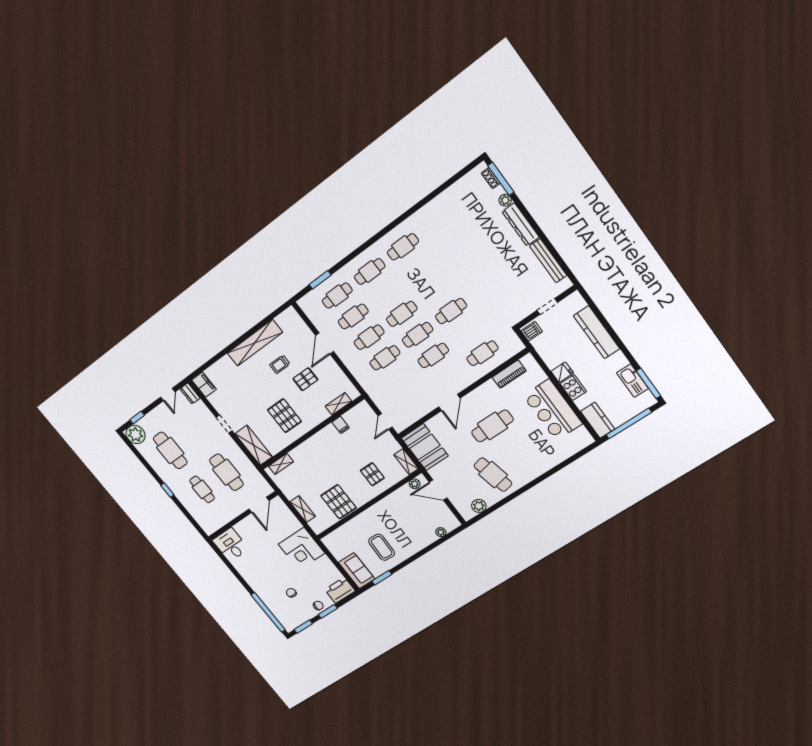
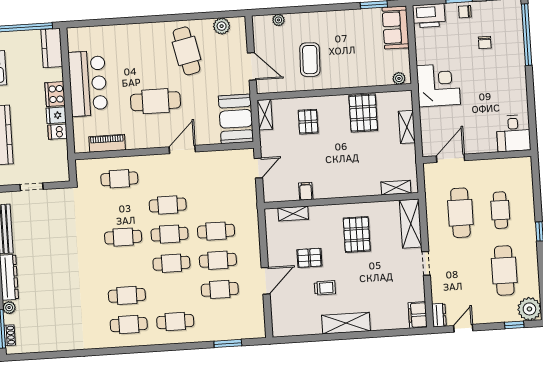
cafe table: (337, 296) -> (127, 295), moved
dishwasher: (532, 331) -> (57, 132), moved
shelving: (255, 343) -> (346, 323), width x0.68
plant: (415, 484) -> (399, 78), moved
coffee table: (382, 547) -> (310, 60), moved

